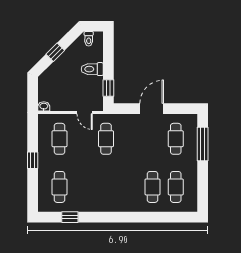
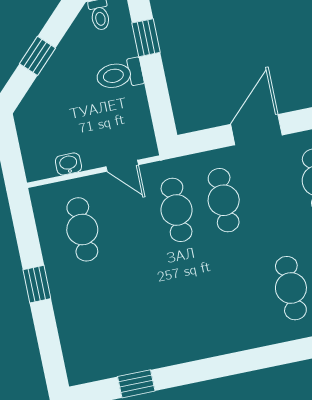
window: (108, 88) -> (146, 38), moved
washbasin: (44, 106) -> (68, 164), moved
cafe table: (59, 187) -> (224, 200), moved

